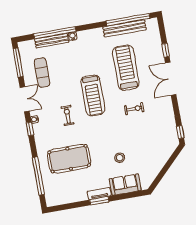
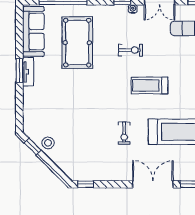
treadmill: (93, 95) -> (149, 85), width x0.73, depth x0.73
stool: (120, 158) -> (48, 143), moved
window: (158, 179) -> (33, 147), added
sofa: (125, 185) -> (33, 31), moved, width x1.36

